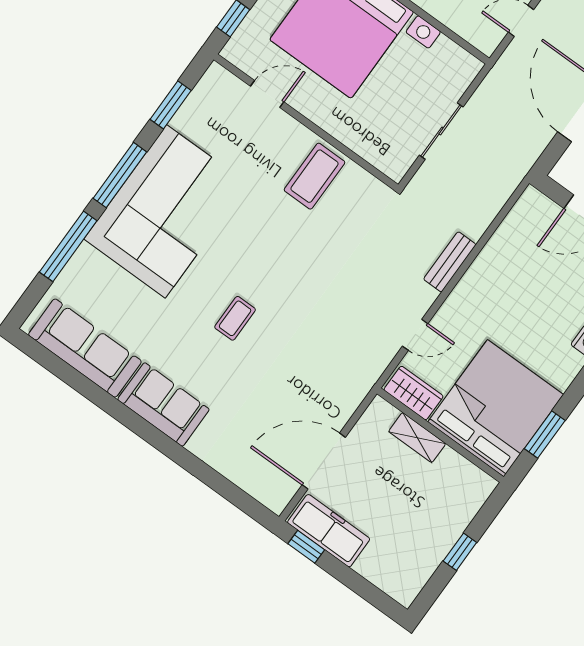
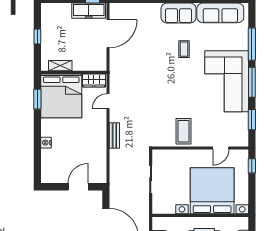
coffee table: (235, 318) -> (184, 49), moved
shelving: (417, 438) -> (60, 66), moved

